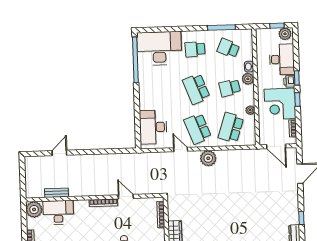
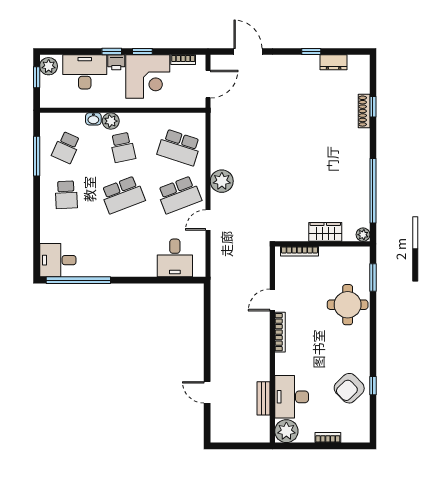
desk: (159, 48) -> (58, 260), width x0.53, depth x0.77
plant: (250, 110) -> (155, 119), removed
desk: (153, 127) -> (175, 258), width x0.73

